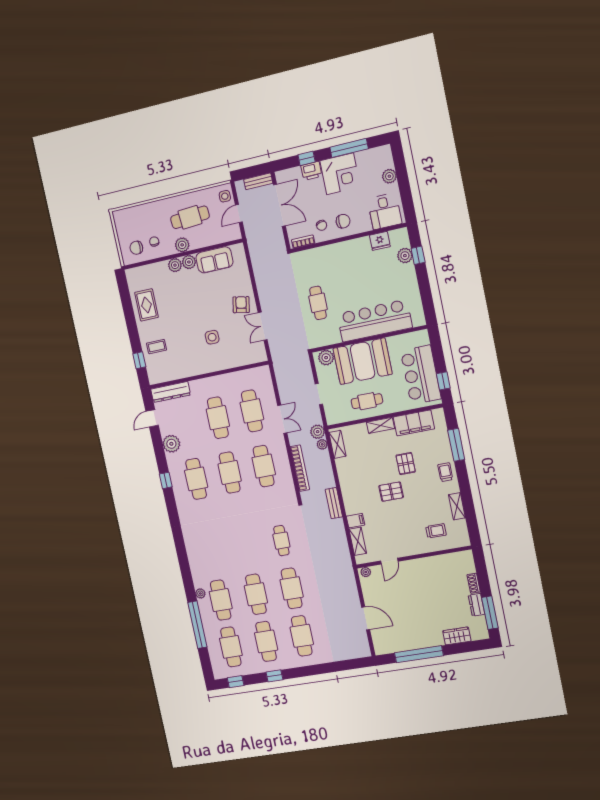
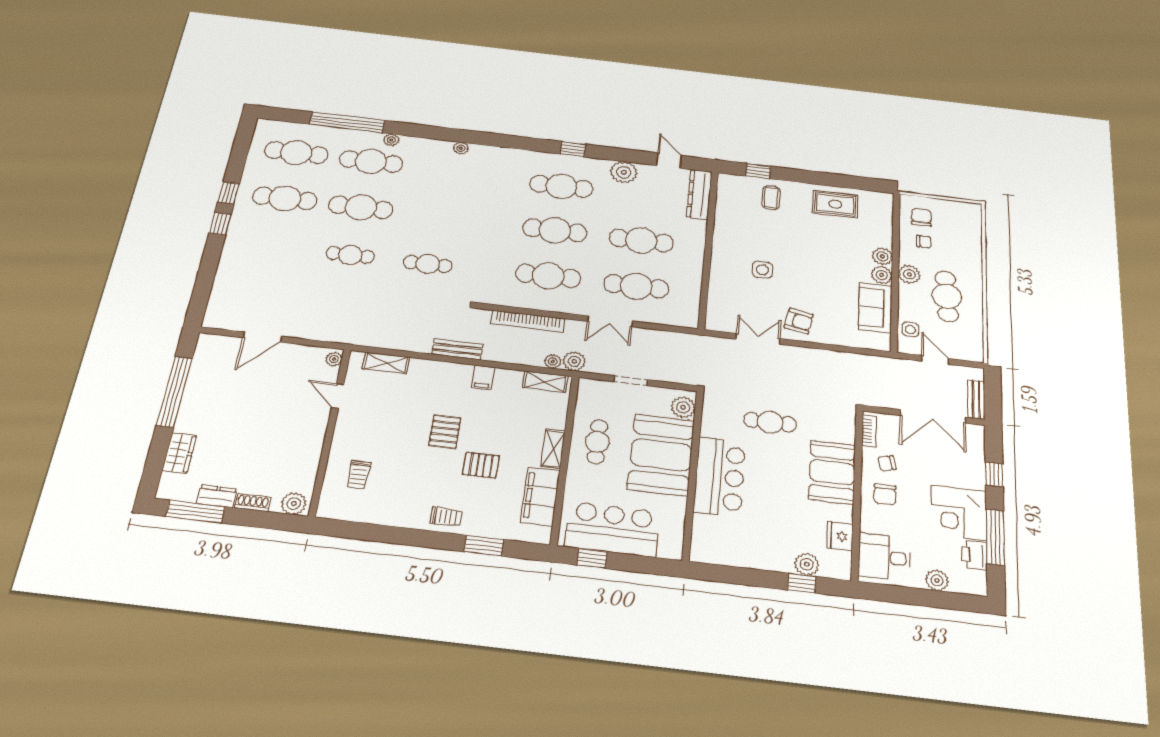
printer: (311, 171) -> (974, 555), moved
side table: (225, 196) -> (910, 330), moved
booth: (339, 257) -> (832, 472), added
bar counter: (375, 321) -> (720, 477), width x0.73
window: (456, 445) -> (484, 546), width x0.69
shelving: (457, 506) -> (386, 517), removed
filing cabinet: (356, 521) -> (483, 377), moved
plant: (191, 549) -> (461, 148), added
plant: (466, 560) -> (294, 504), added
cafe table: (292, 588) -> (350, 255), width x0.73, depth x0.74
cafe table: (302, 636) -> (273, 246), removed
window: (236, 682) -> (220, 224), moved

